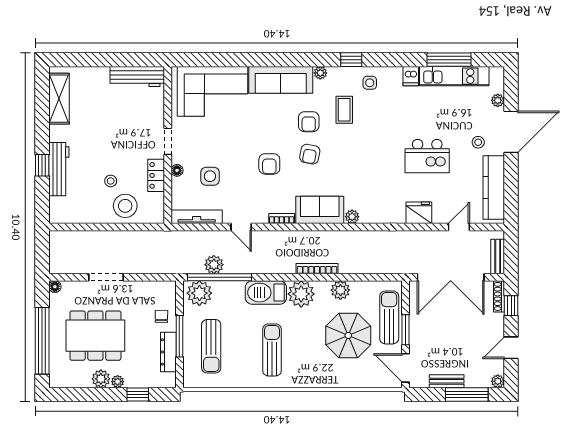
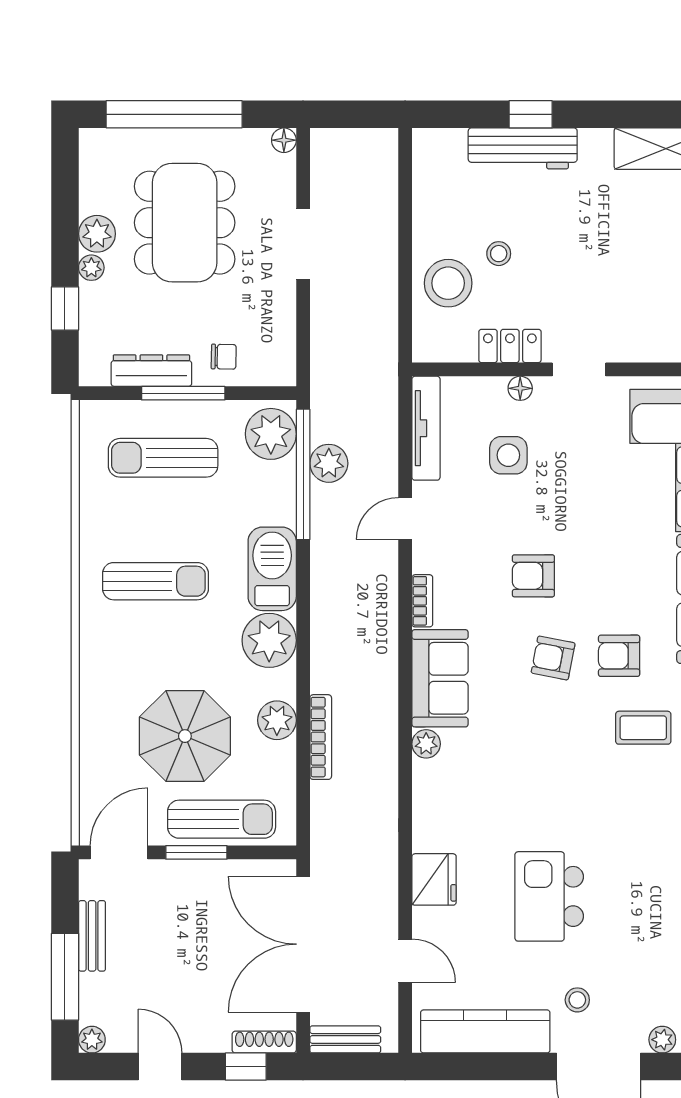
bookcase: (317, 269) -> (321, 737), moved

